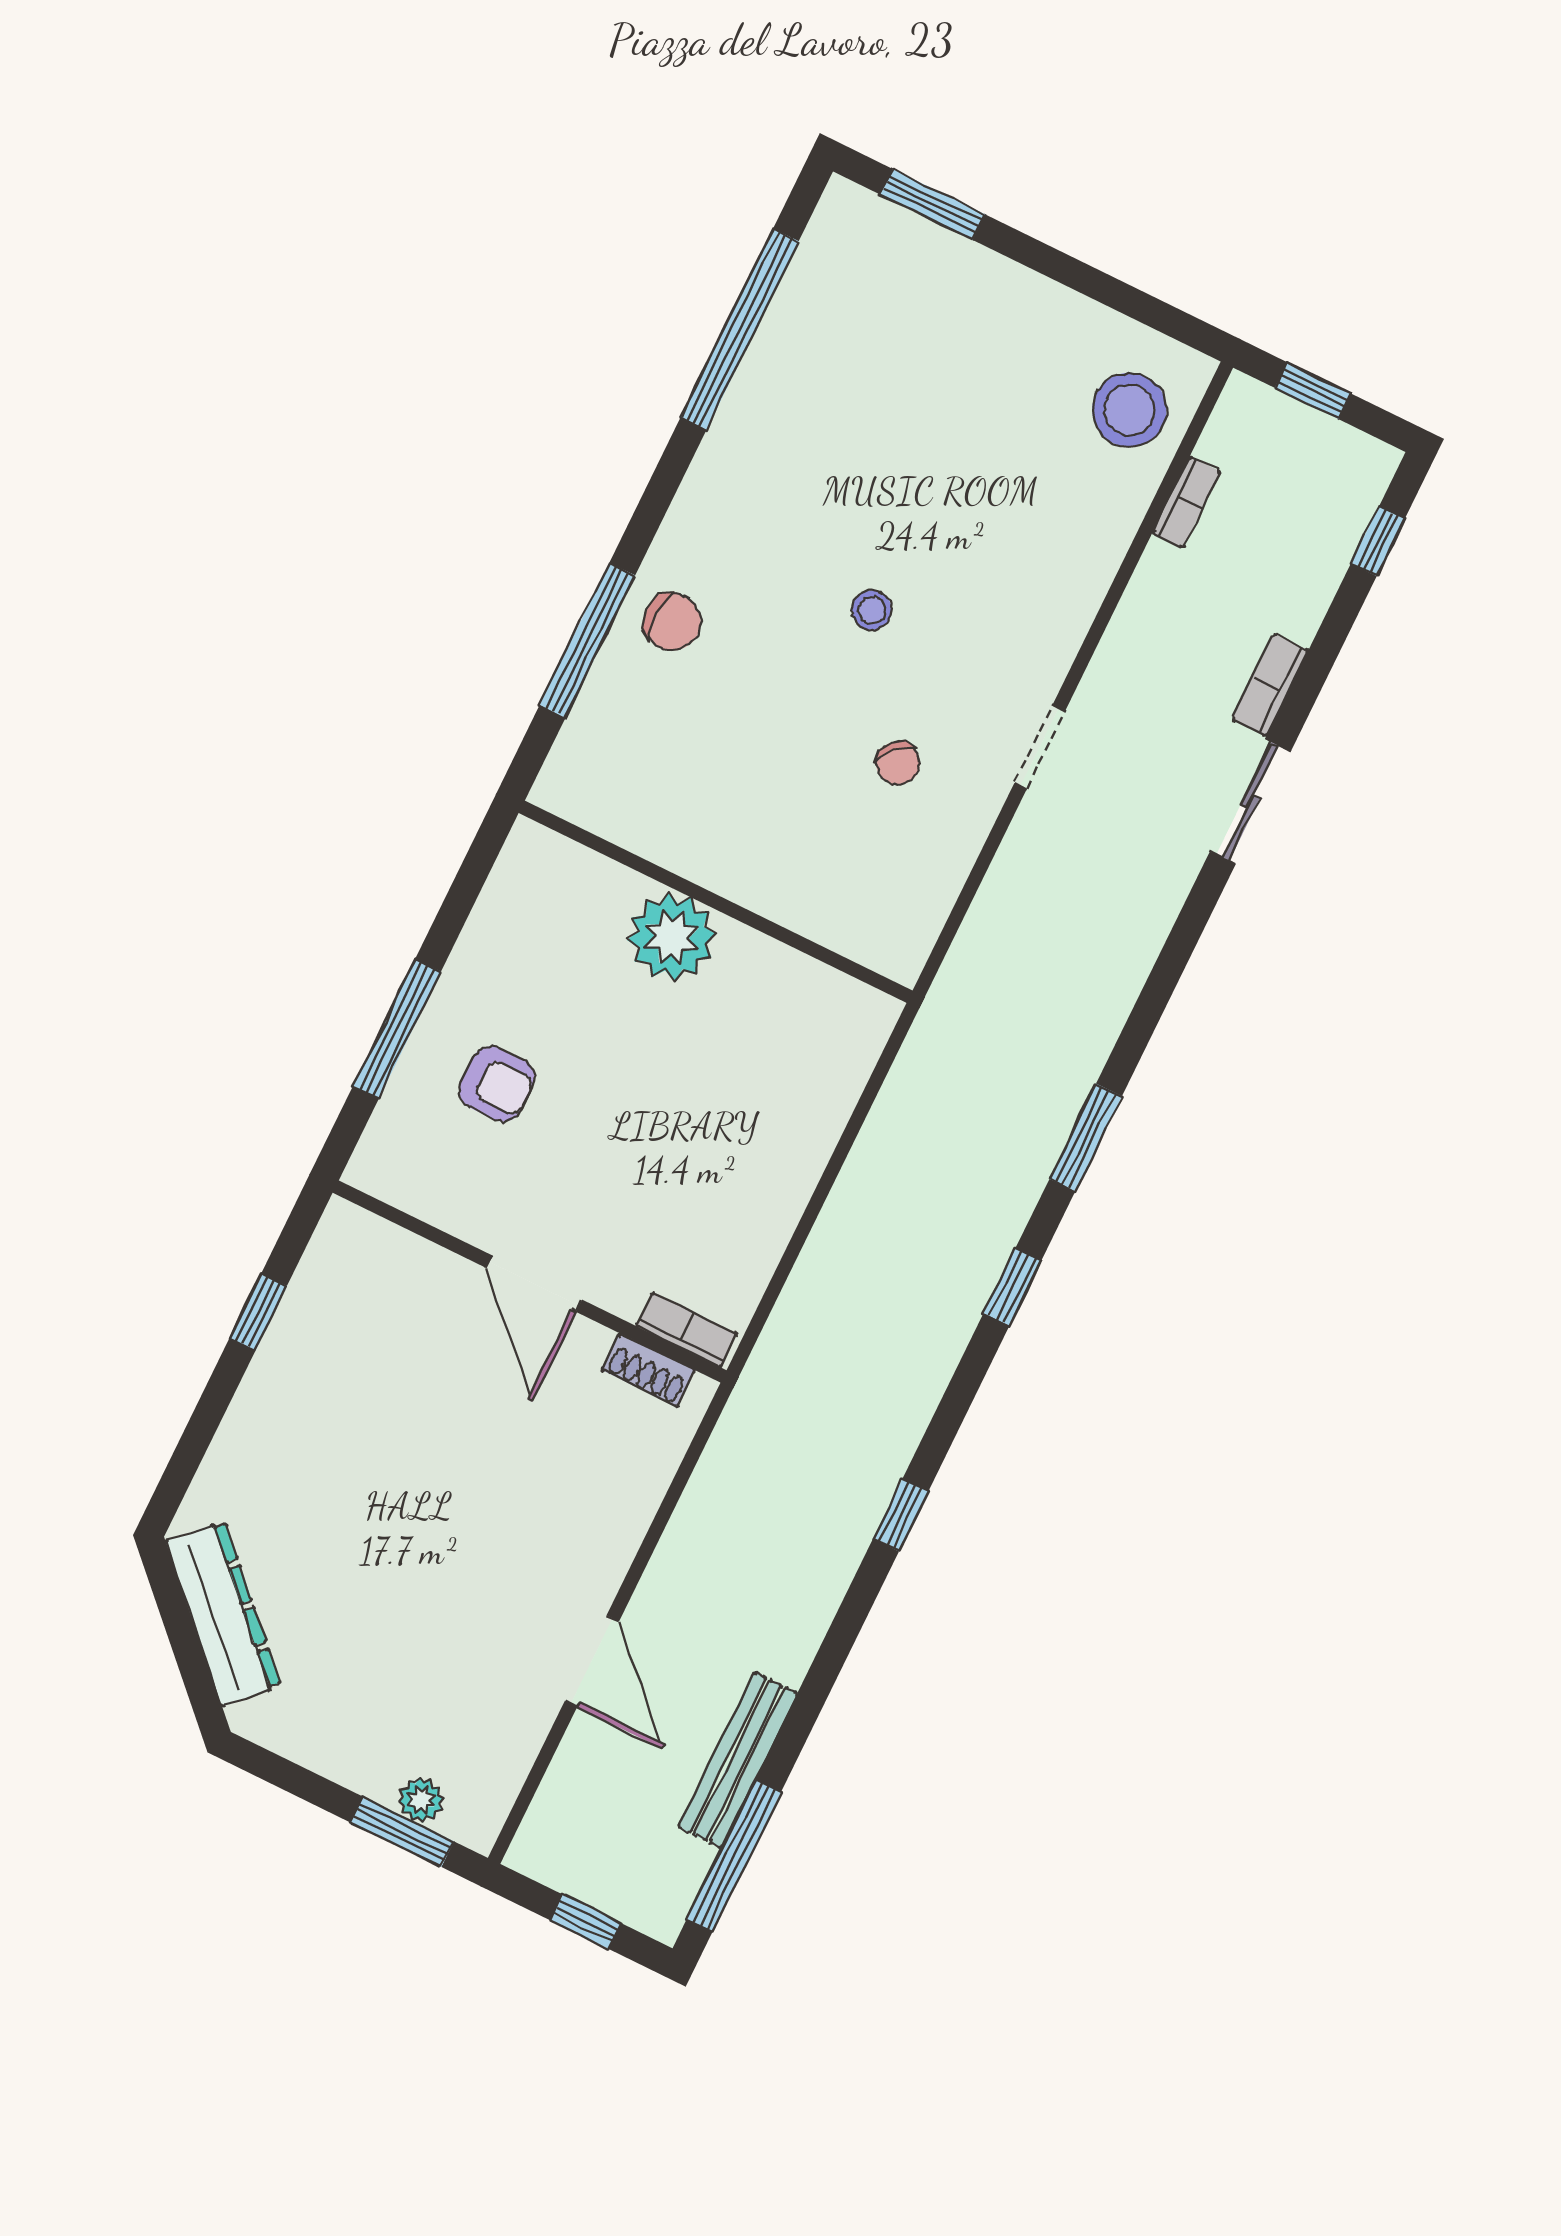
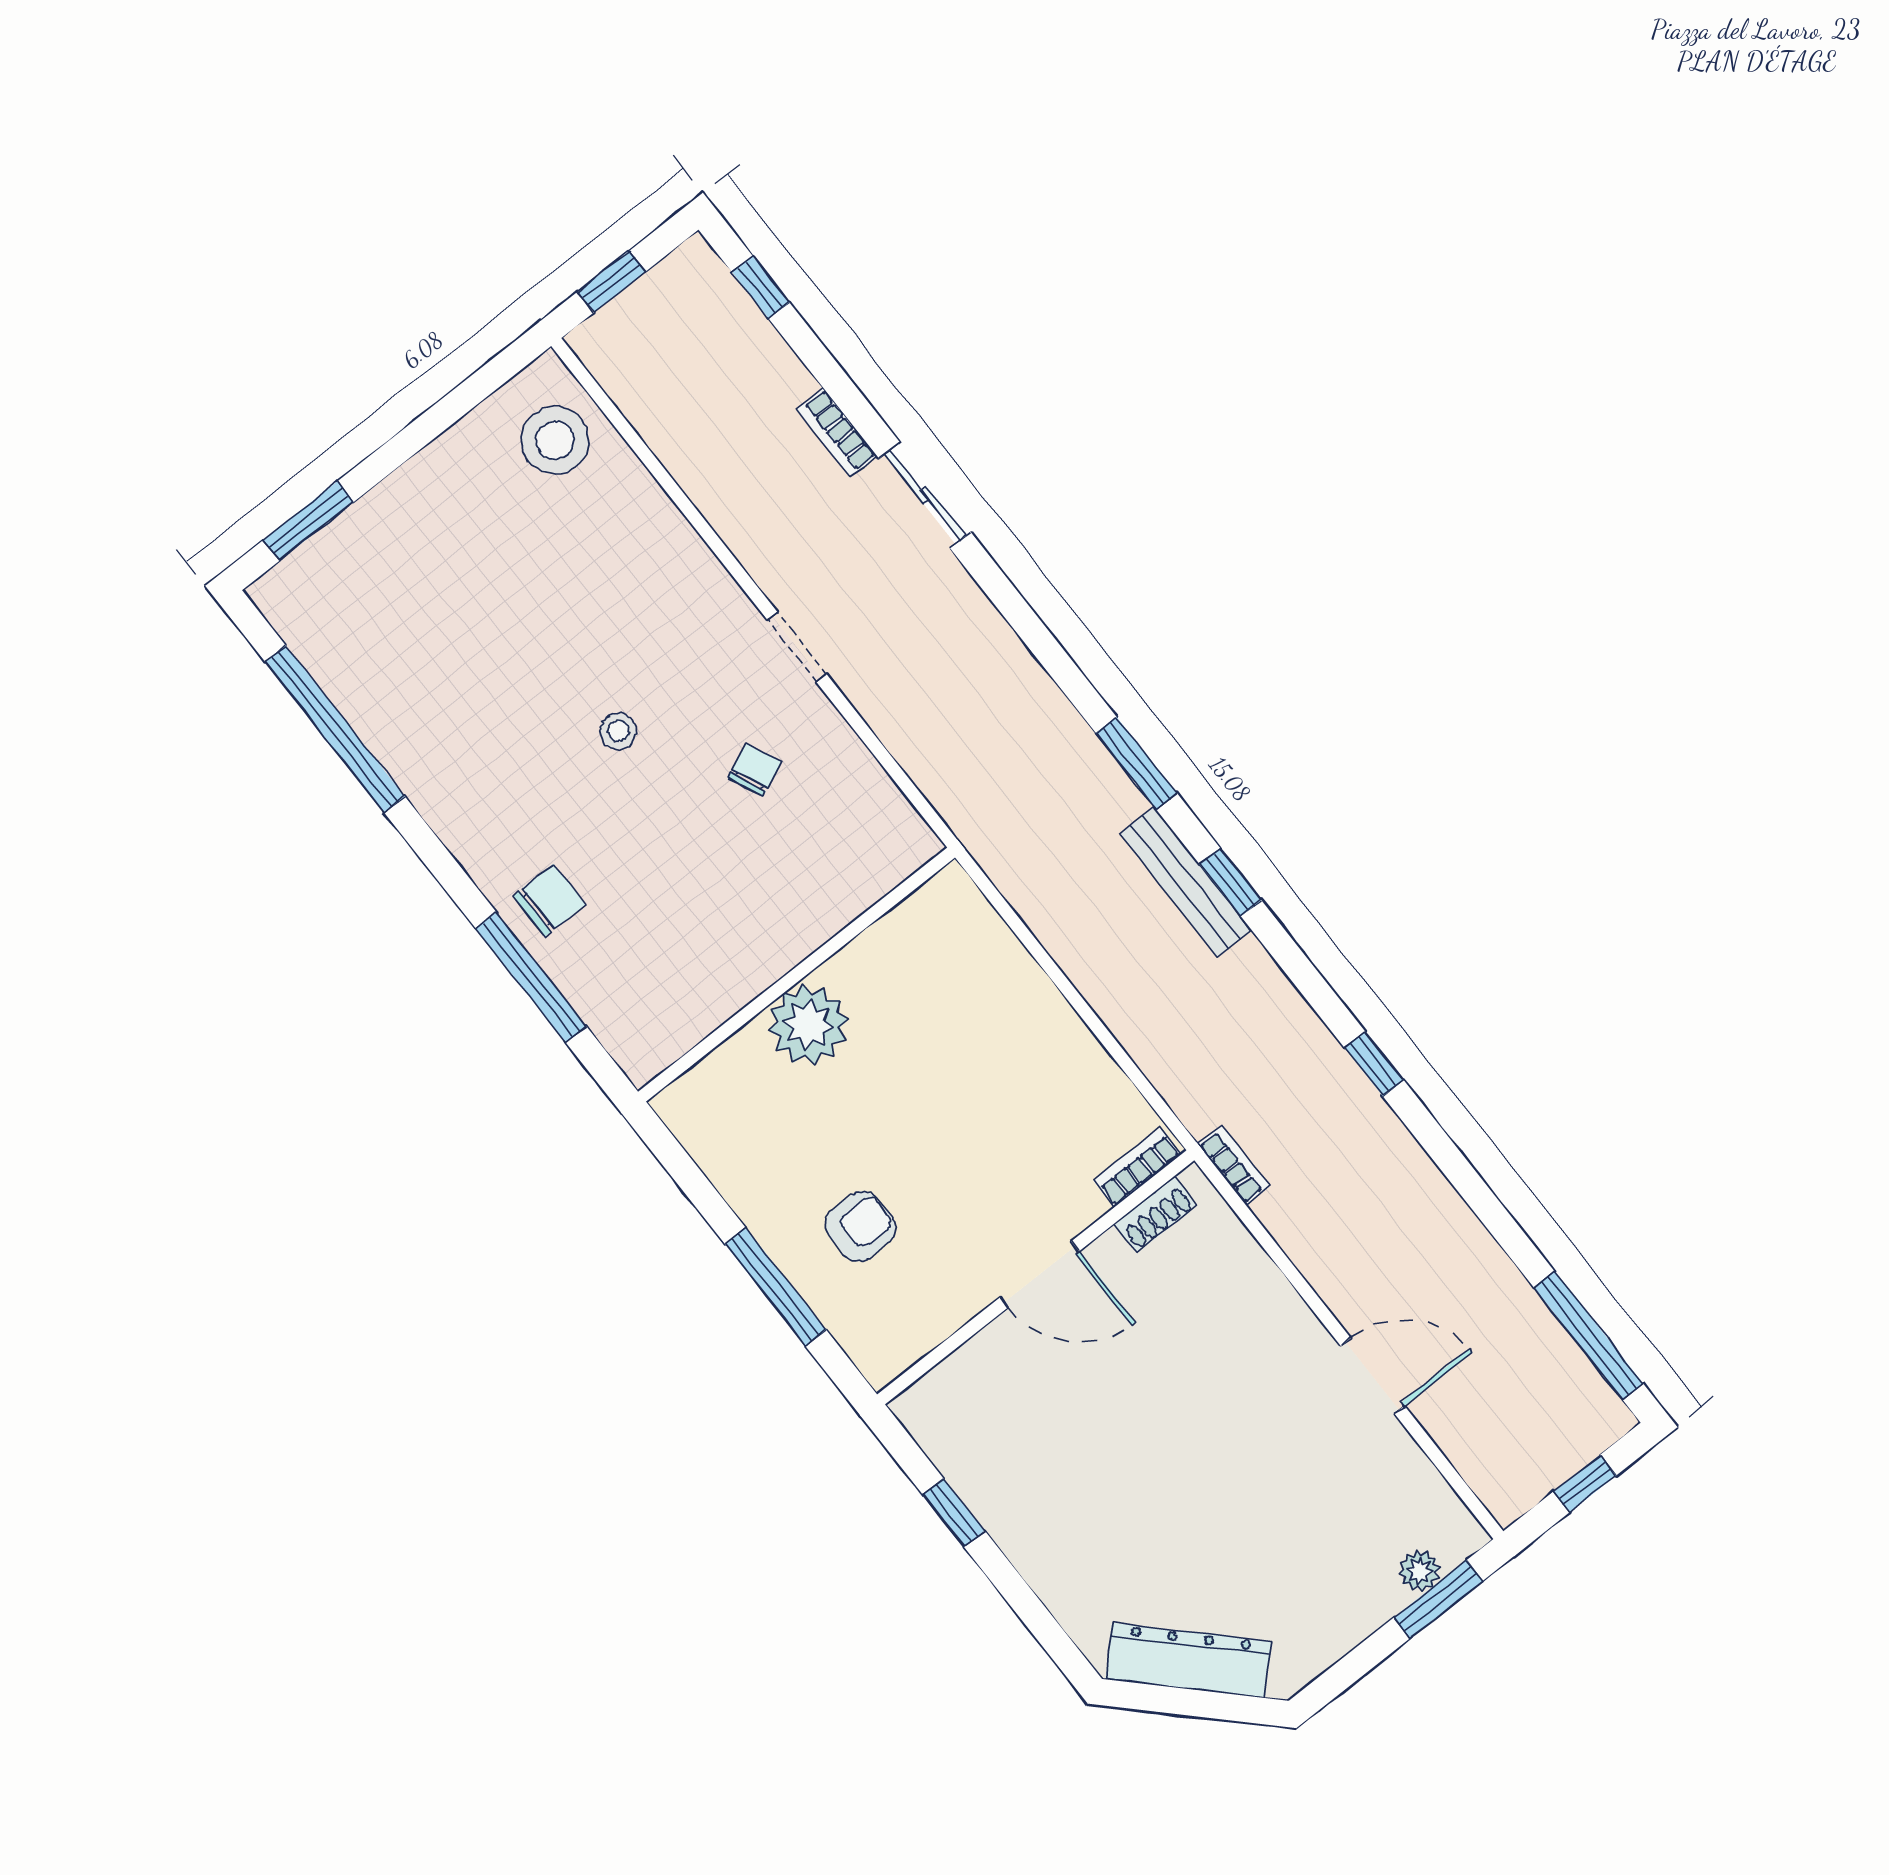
bookcase: (1186, 502) -> (1234, 1165), moved
chair: (898, 763) -> (754, 770), turned -71
bench: (738, 1760) -> (1186, 882), moved

